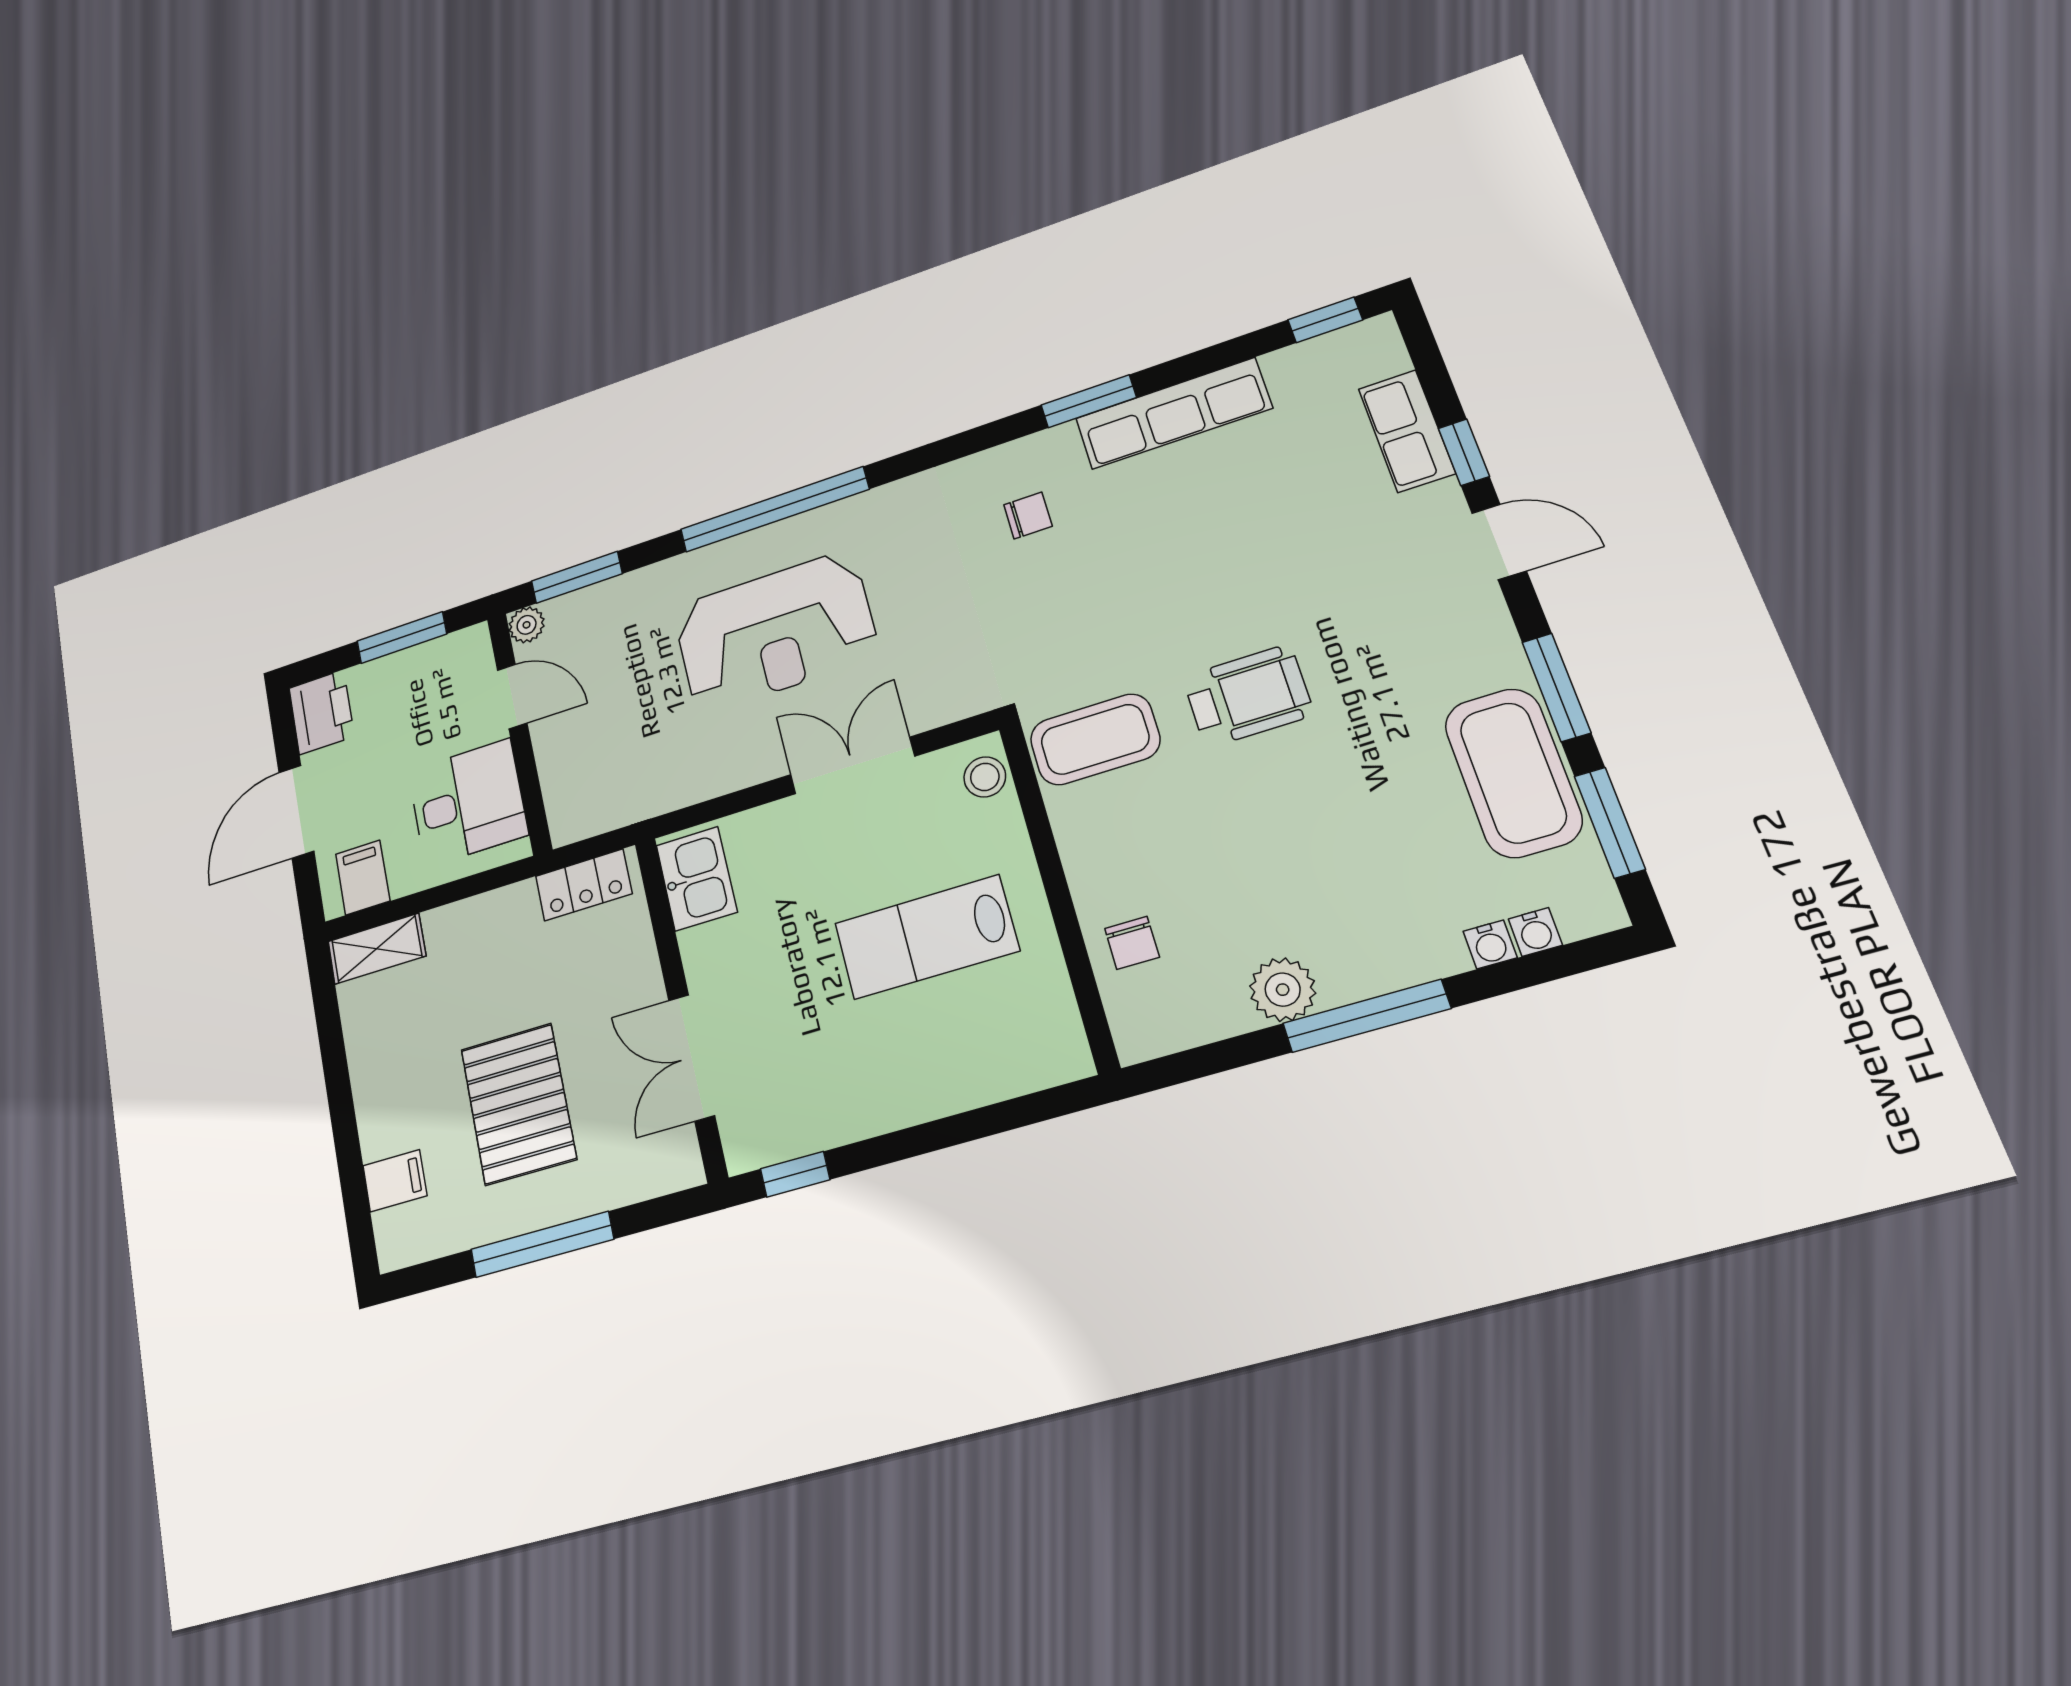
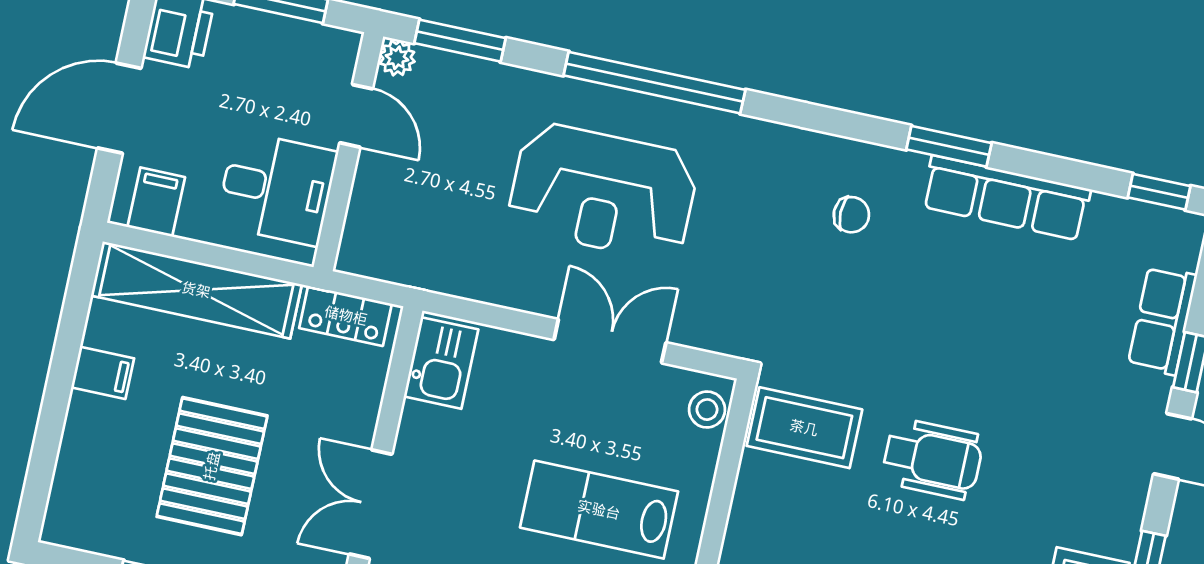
shelving: (377, 949) -> (196, 290), width x2.20, depth x1.33
filing cabinet: (395, 1181) -> (103, 373), moved

